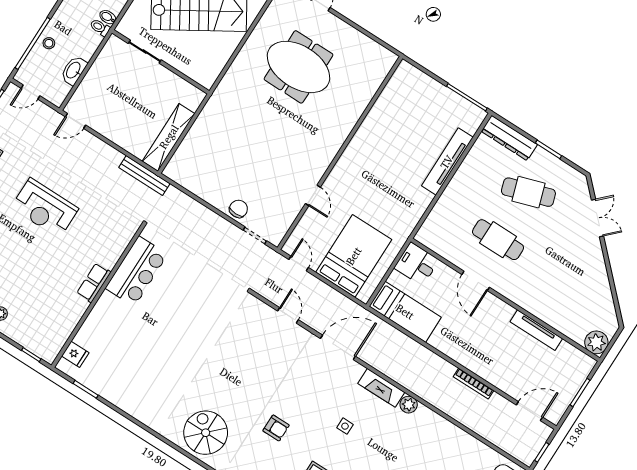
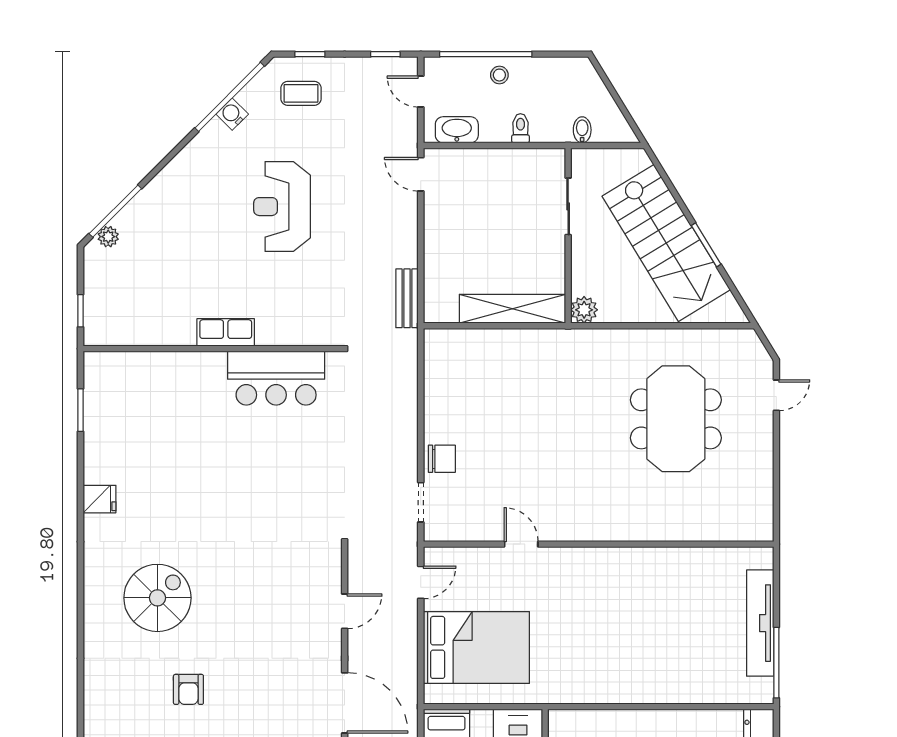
toilet: (100, 27) -> (520, 128), moved
washbasin: (74, 70) -> (457, 130), moved
plant: (207, 79) -> (584, 310), added
shelving: (169, 137) -> (512, 309), moved
tv unit: (447, 162) -> (760, 623), moved, turned -90
bench: (144, 175) -> (407, 298), width x0.73
door: (313, 195) -> (521, 544), swing flipped
fridge: (75, 354) -> (99, 499), moved, turned -90
spiral stairs: (206, 433) -> (157, 598), moved

